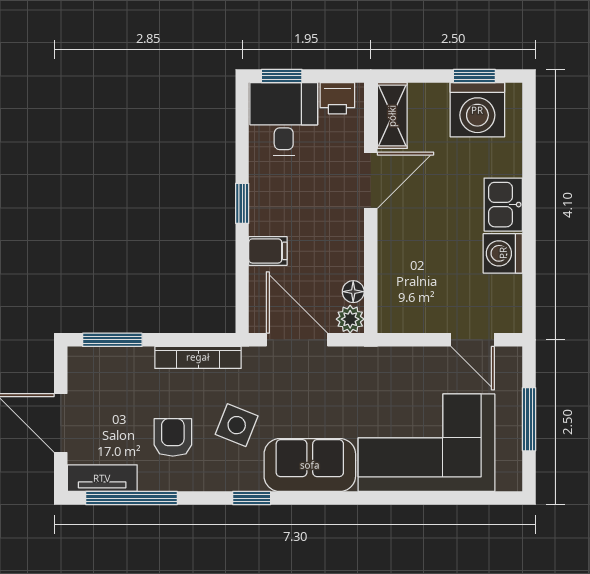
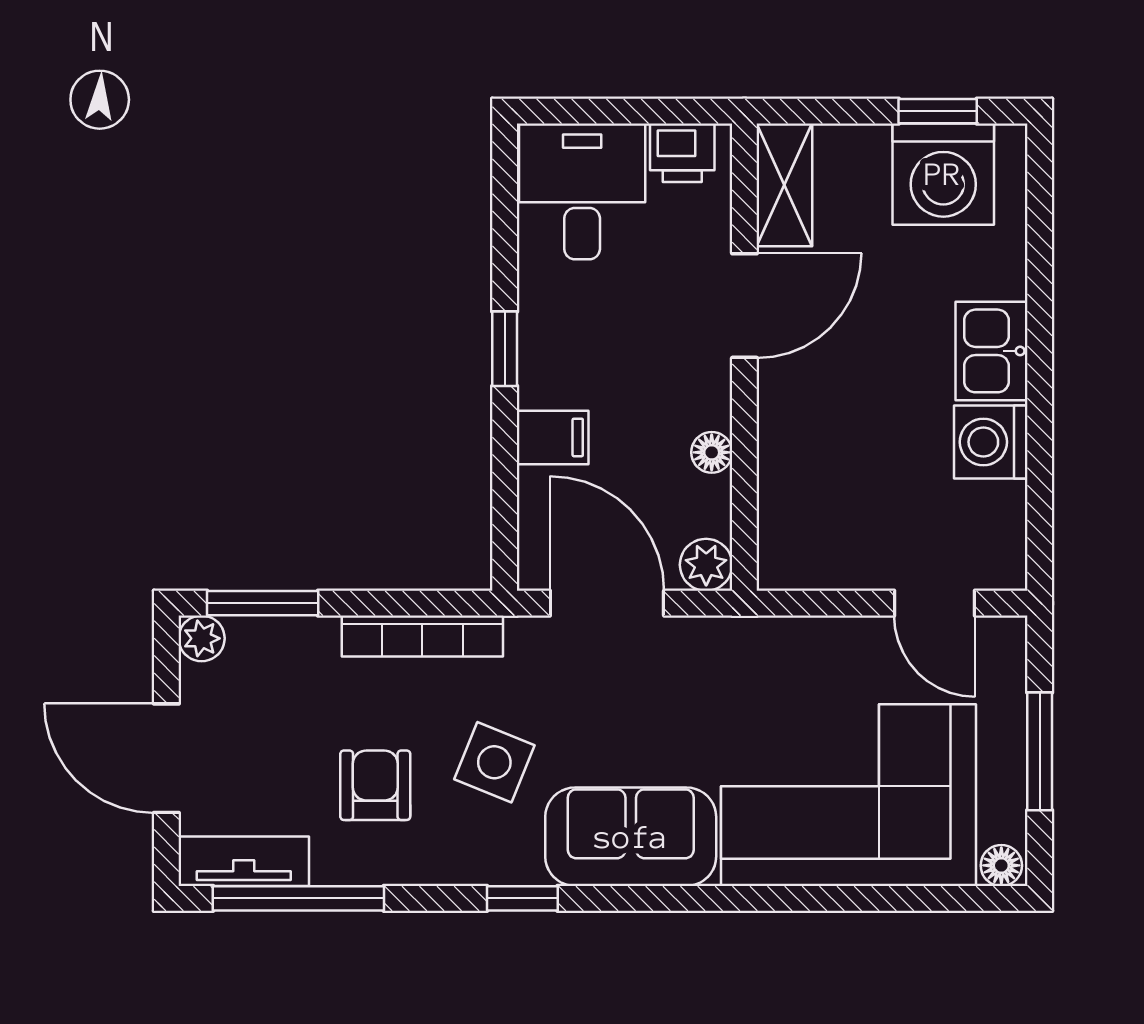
window: (282, 76) -> (578, 111), removed
floor lamp: (353, 292) -> (712, 452), moved
plant: (80, 359) -> (202, 638), added
floor lamp: (509, 480) -> (1001, 865), added

